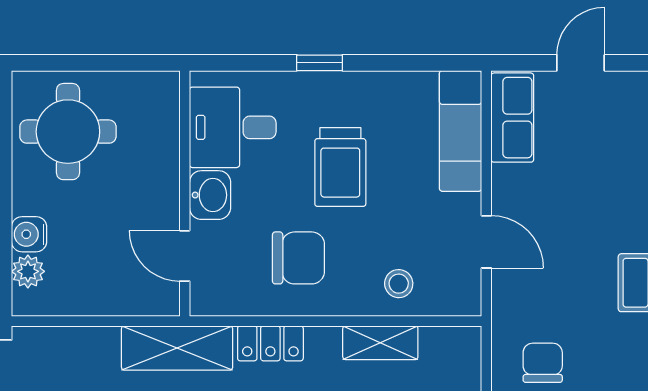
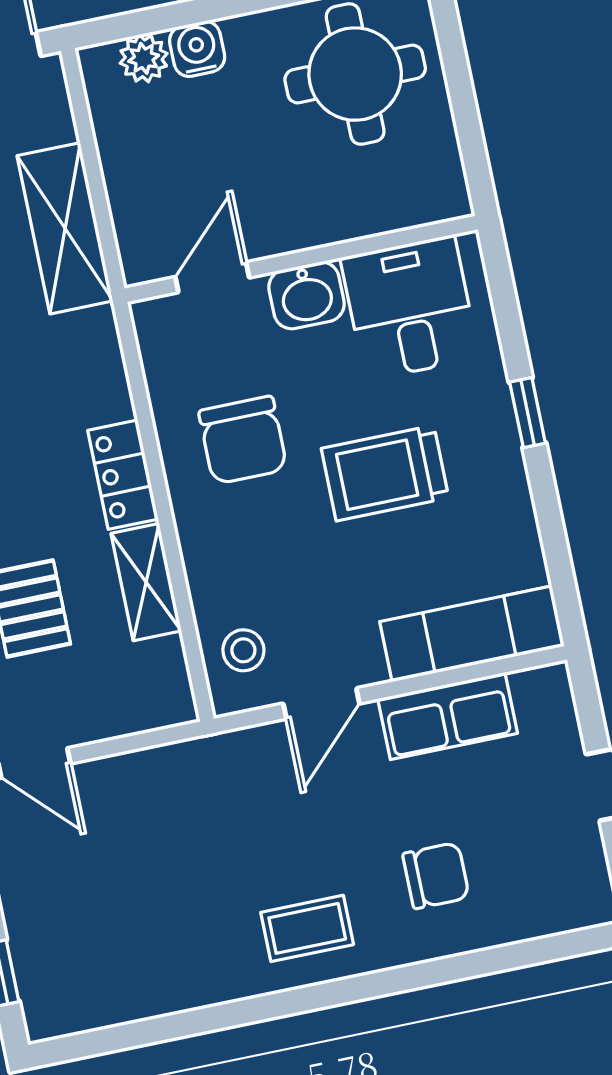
row of seats: (512, 118) -> (448, 716), moved
stool: (399, 284) -> (243, 650), moved
locker: (270, 343) -> (123, 475), moved
shelving: (177, 348) -> (65, 228), moved
chair: (543, 363) -> (436, 876), moved

